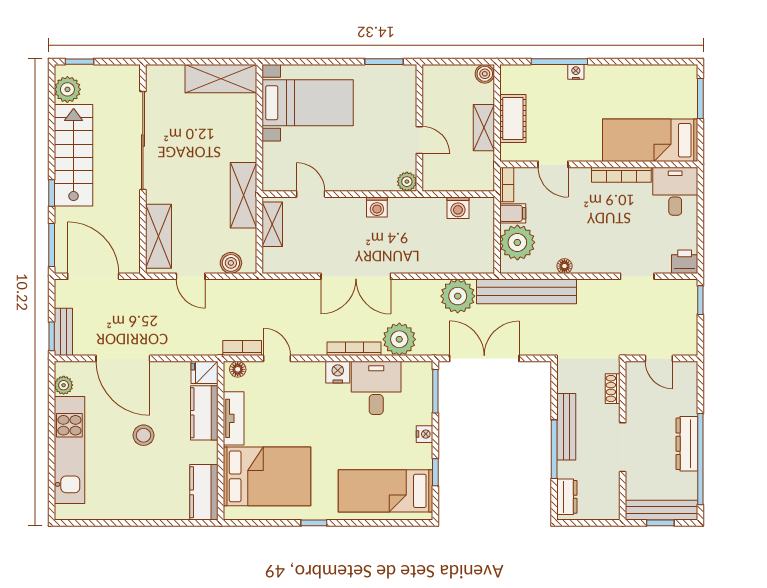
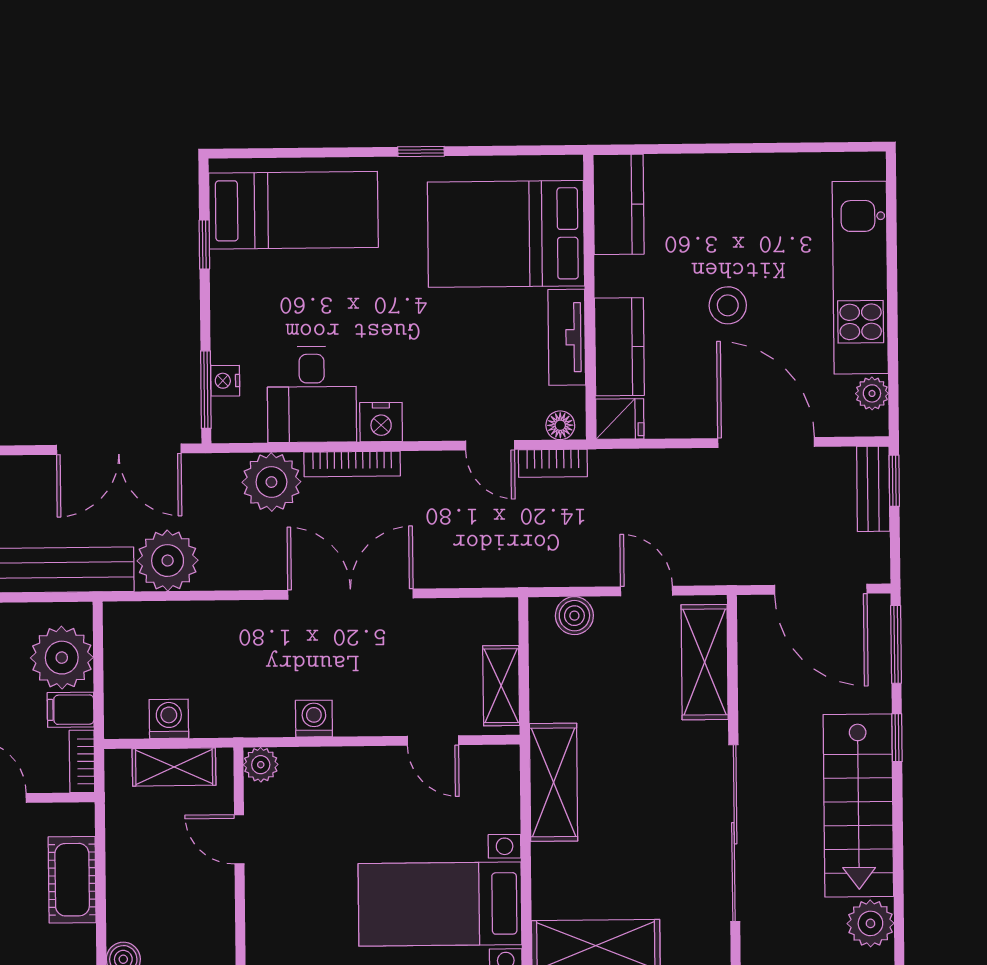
shelving: (484, 128) -> (174, 767), moved, turned 90
shelving: (244, 195) -> (554, 782), moved
nightstand: (425, 434) -> (225, 381), moved

